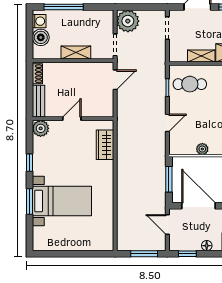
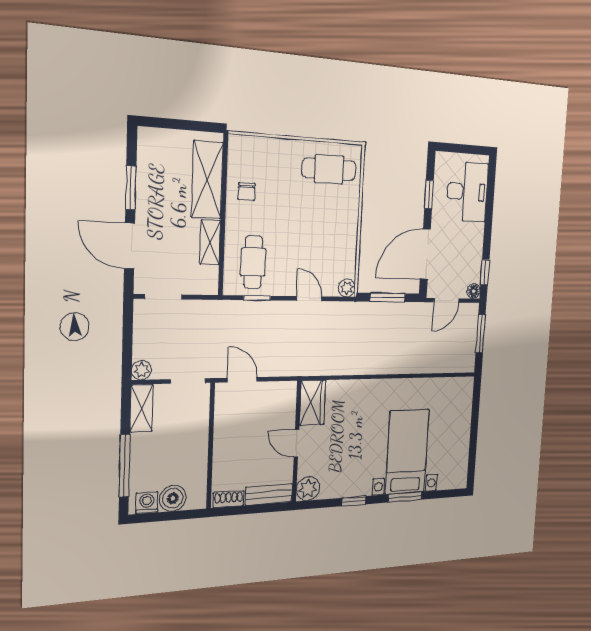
plant: (128, 21) -> (141, 370), width x0.53, depth x0.53
shelving: (76, 53) -> (142, 408), moved
wardrobe: (105, 145) -> (313, 403), moved, turned -90
plant: (202, 149) -> (347, 288), moved
floor lamp: (207, 246) -> (474, 291), moved

